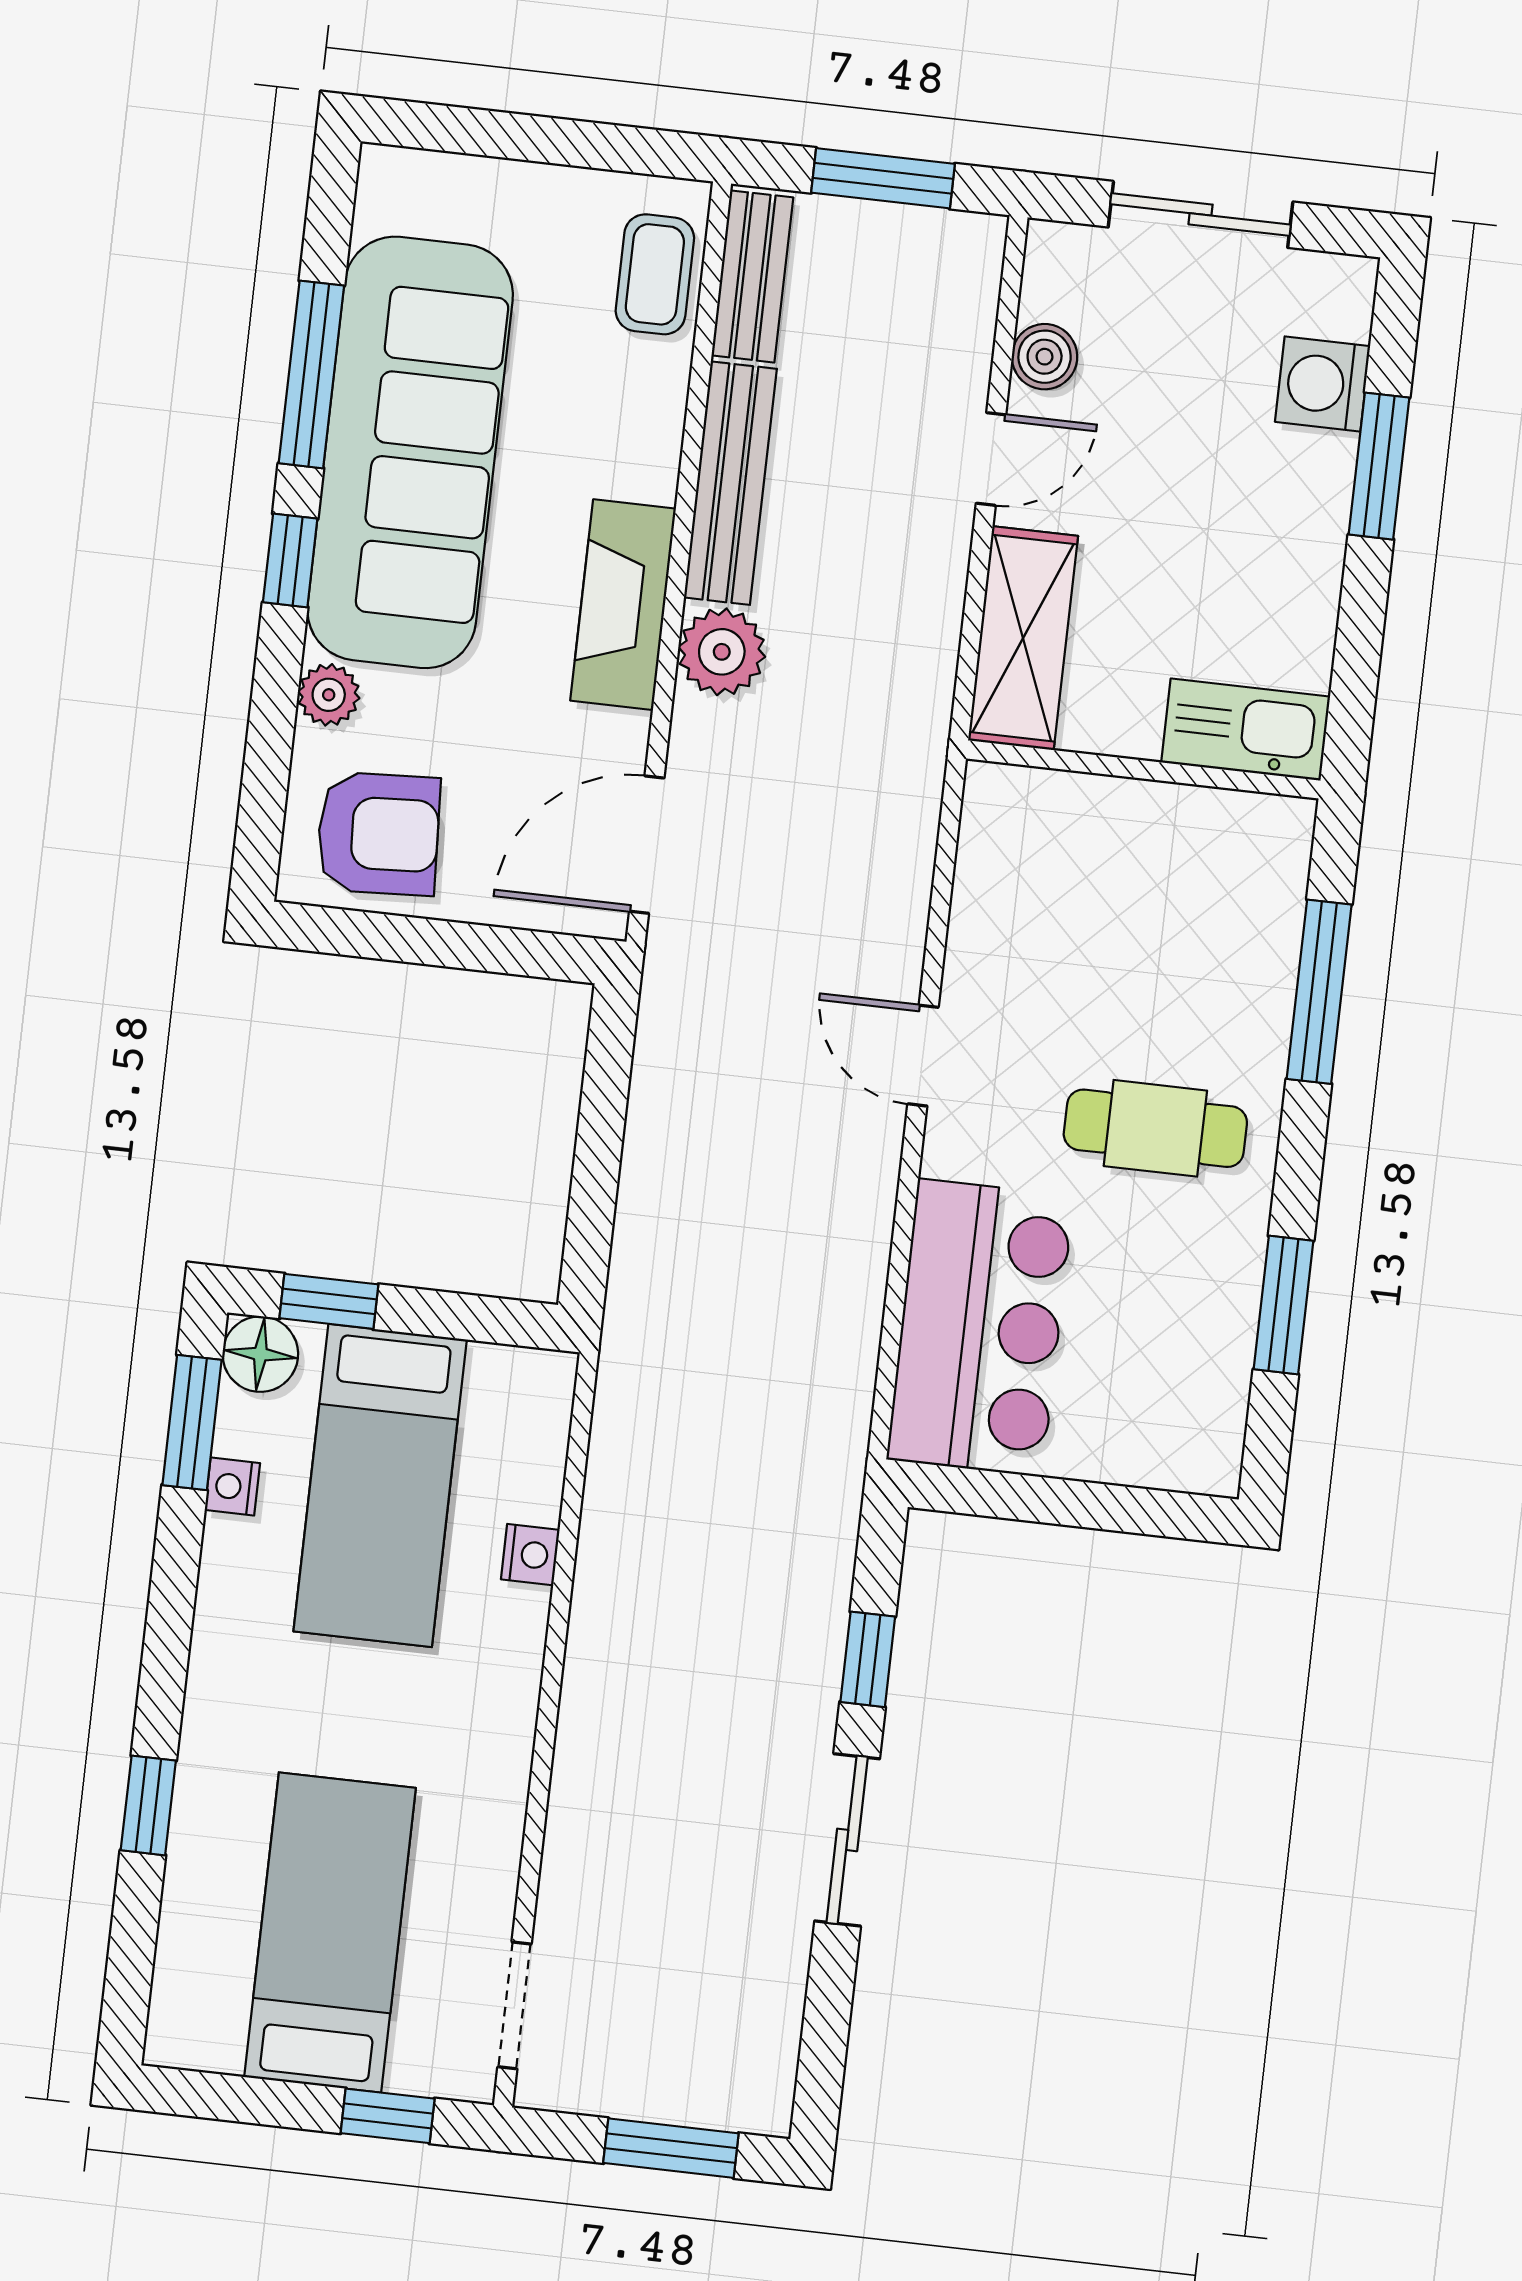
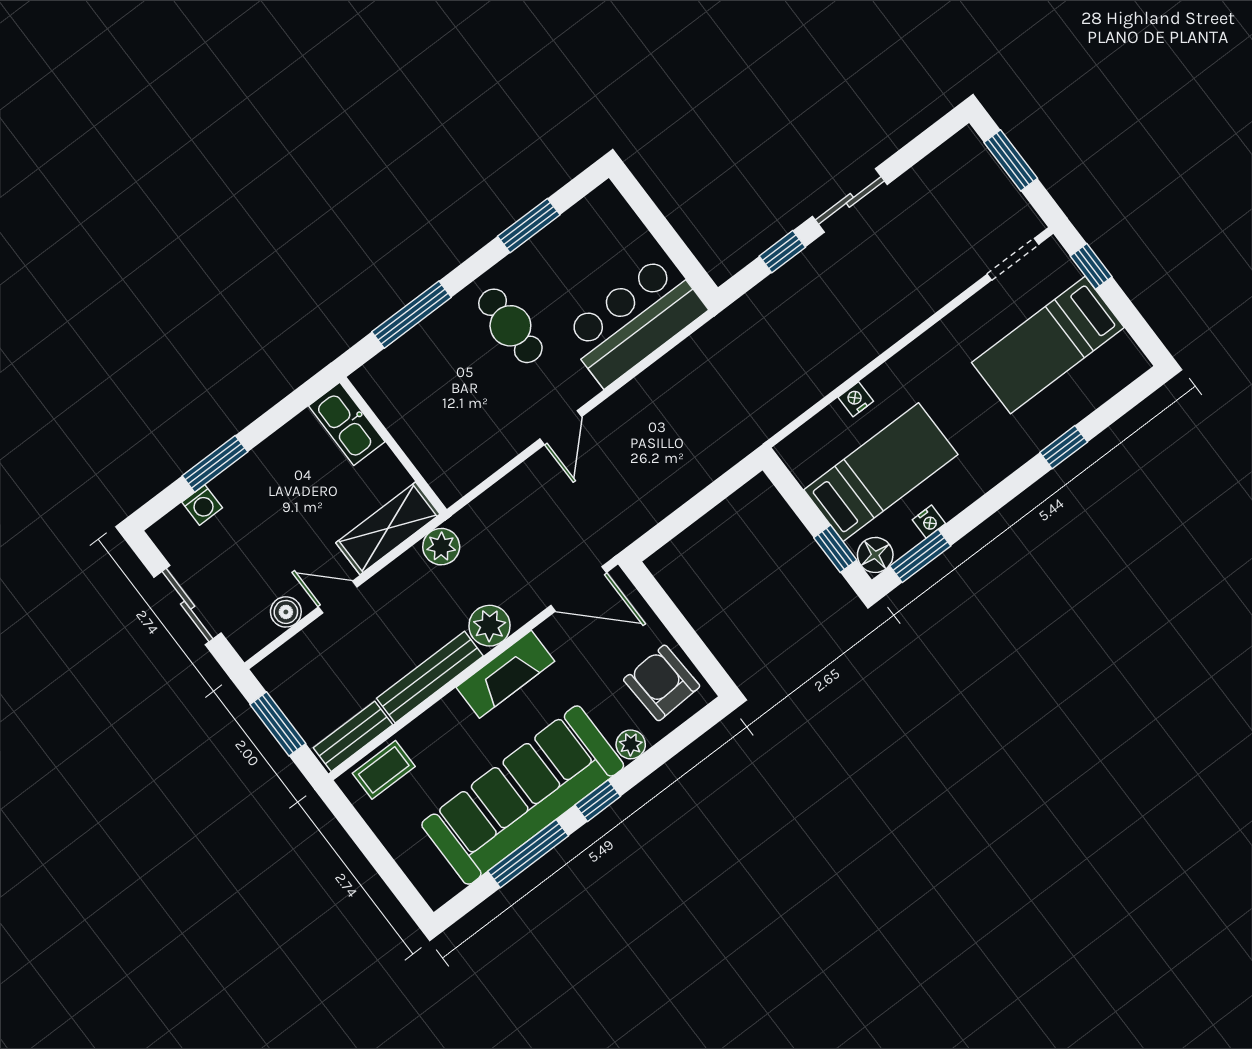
washing machine: (1323, 384) -> (202, 505), width x0.73, depth x0.73
plant: (916, 694) -> (441, 547), added

